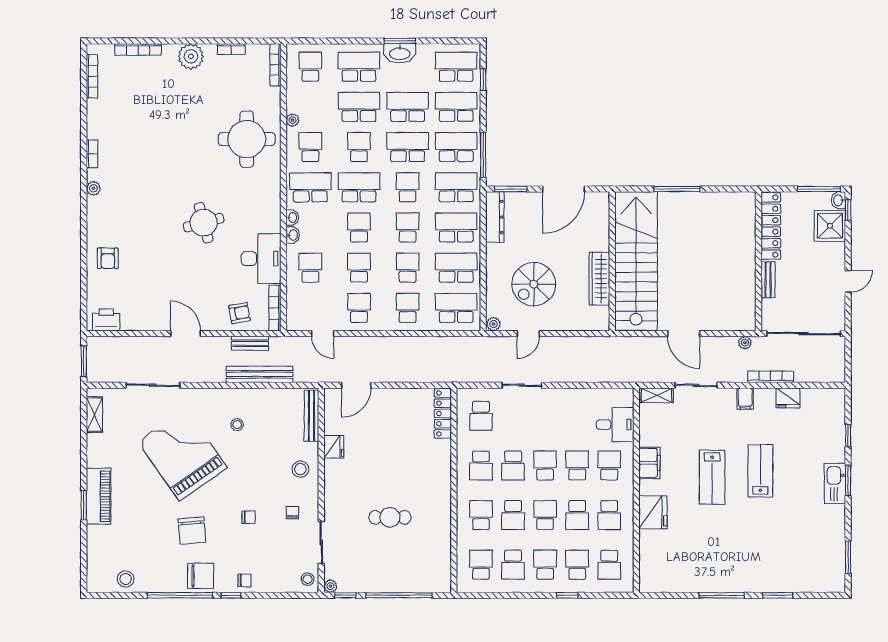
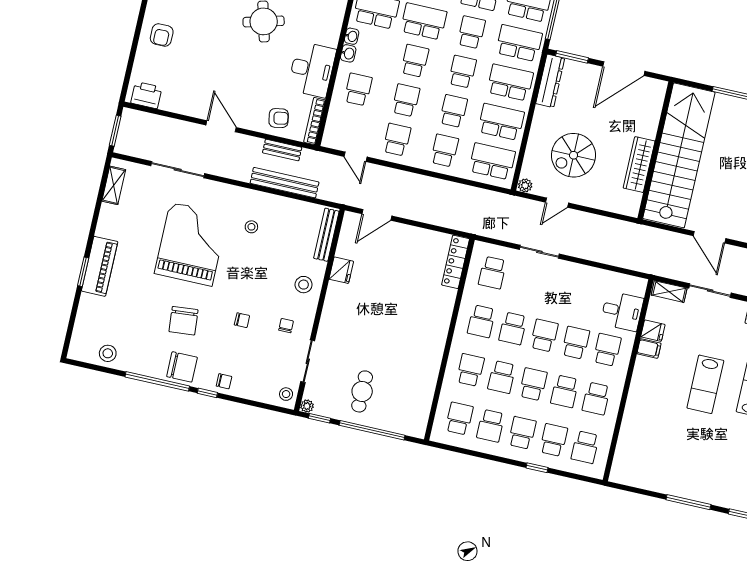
grand piano: (182, 454) -> (191, 244), turned 35
filing cabinet: (650, 463) -> (649, 348), width x0.50
fridge: (653, 512) -> (653, 331), moved, width x0.53, depth x0.75
cafe table: (390, 517) -> (362, 391), moved, turned 90

